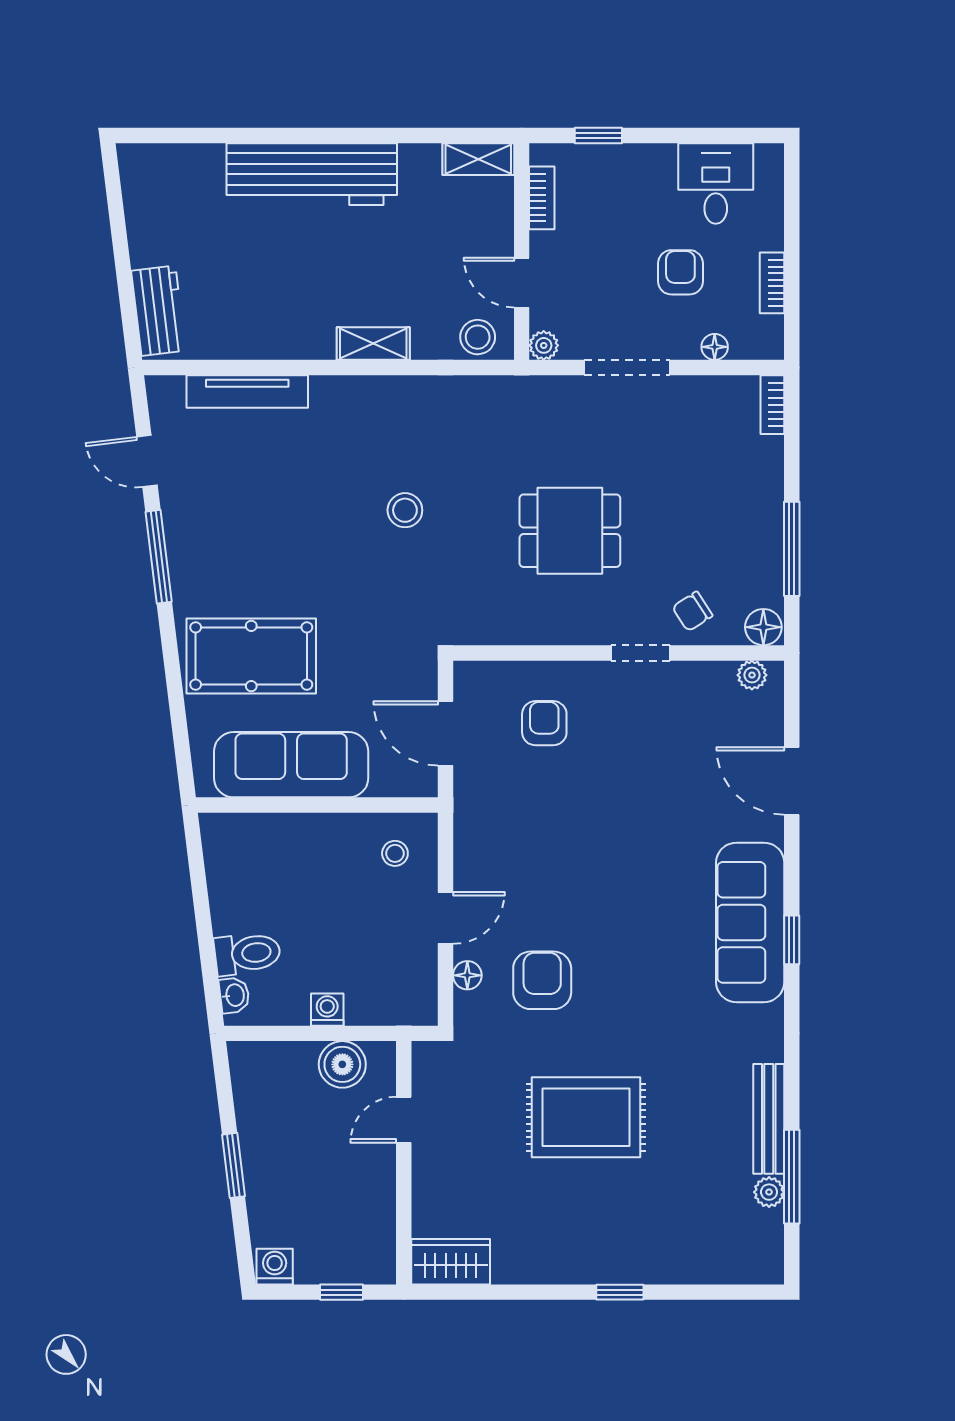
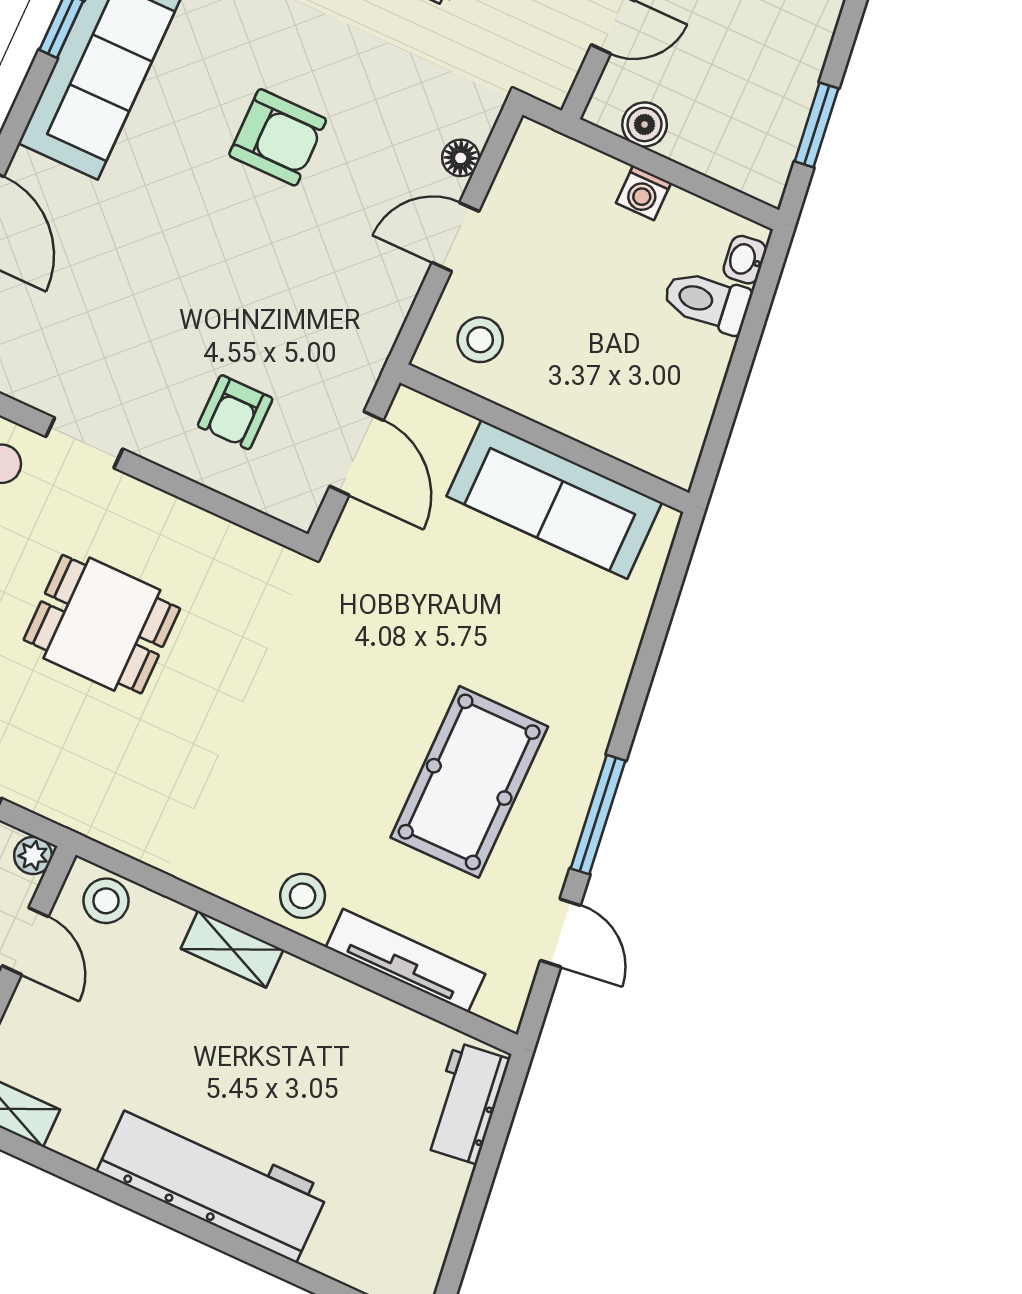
stool: (405, 510) -> (303, 896), moved
pool table: (251, 656) -> (469, 782), moved, turned 90
stool: (395, 853) -> (480, 340), width x1.37, depth x1.37
armchair: (542, 980) -> (278, 137), moved, turned -90
boiler: (342, 1064) -> (645, 124), width x0.73, depth x0.73
window: (233, 1165) -> (817, 125), moved

